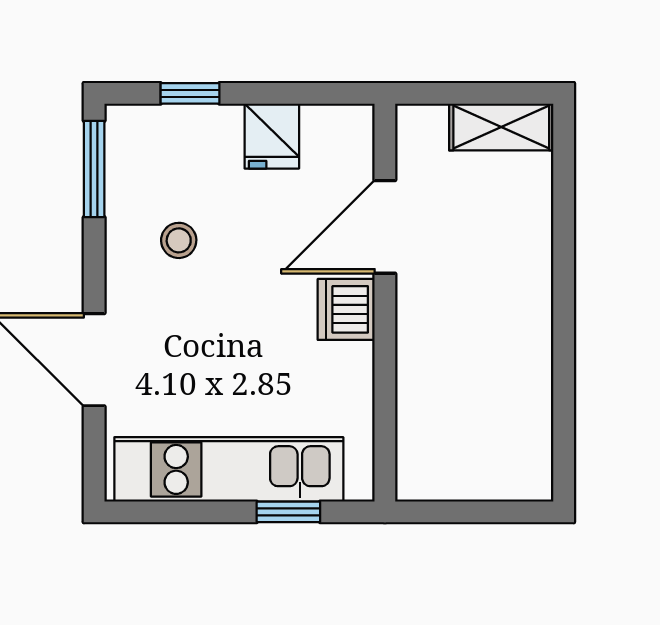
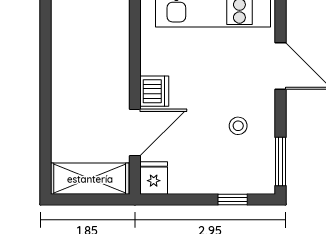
shelving: (501, 127) -> (90, 179), width x1.50, depth x1.33
fridge: (272, 136) -> (154, 178), moved

